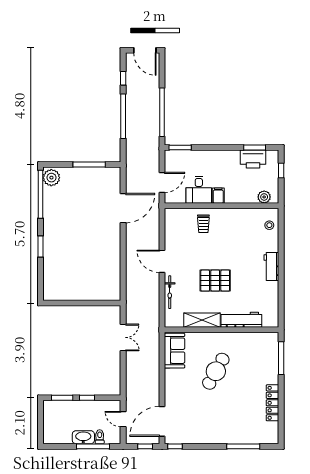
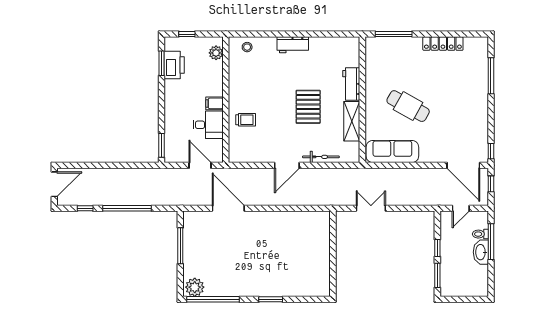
window: (162, 112) -> (123, 165), removed
workbench: (241, 320) -> (351, 84), width x0.73
sofa: (175, 351) -> (392, 152), width x1.36

